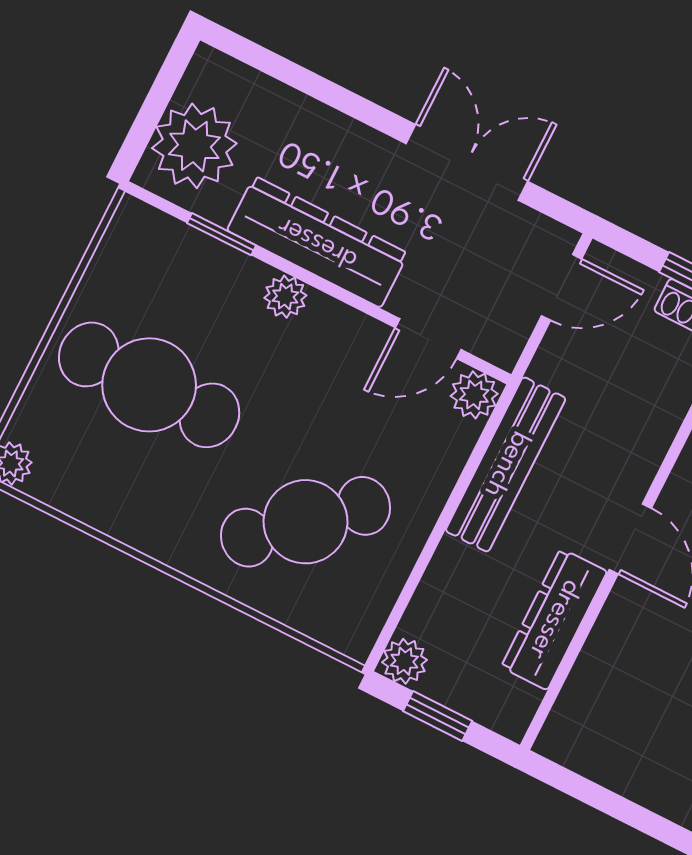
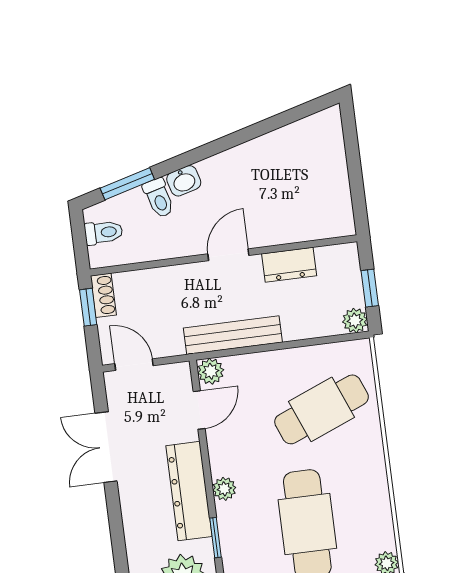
door: (428, 339) -> (199, 410), hinge flipped
cafe table: (306, 522) -> (322, 409), turned -70
dresser: (554, 619) -> (289, 265), width x0.70

